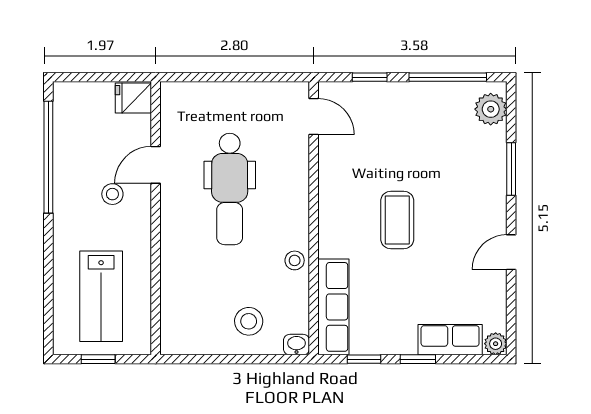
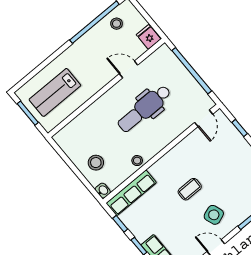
window: (232, 77) -> (192, 71), added
stool: (112, 194) -> (117, 24), moved
side table: (462, 216) -> (214, 215), added
coffee table: (397, 220) -> (190, 189), width x0.73, depth x0.77
window: (98, 359) -> (28, 113), width x1.50

